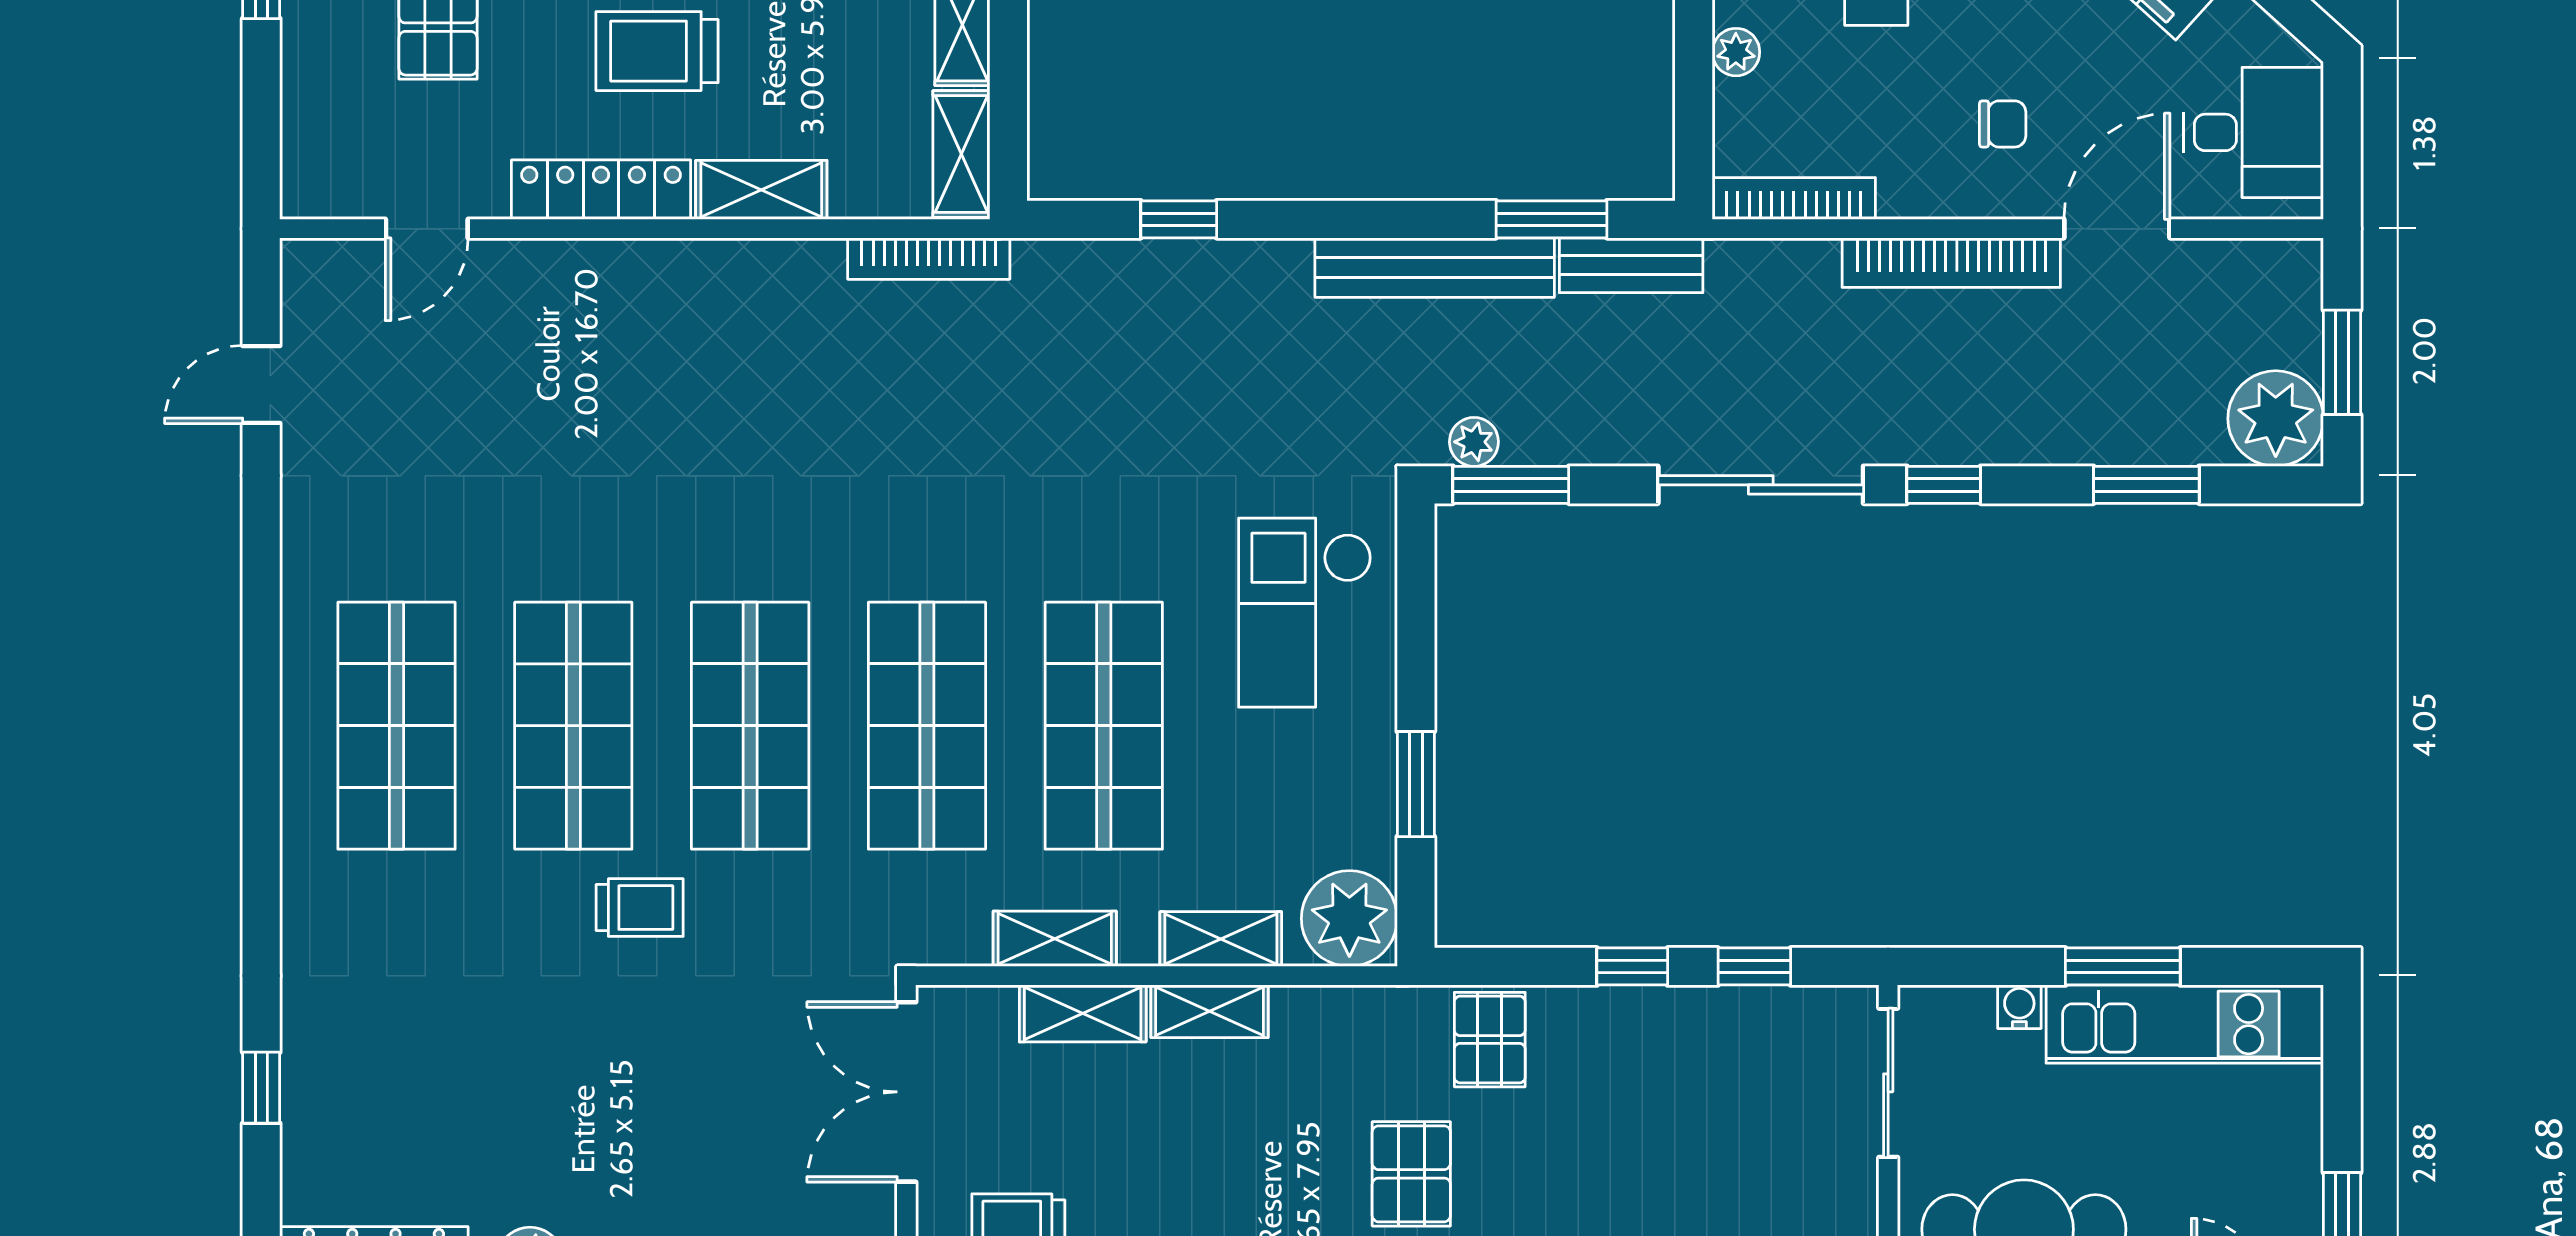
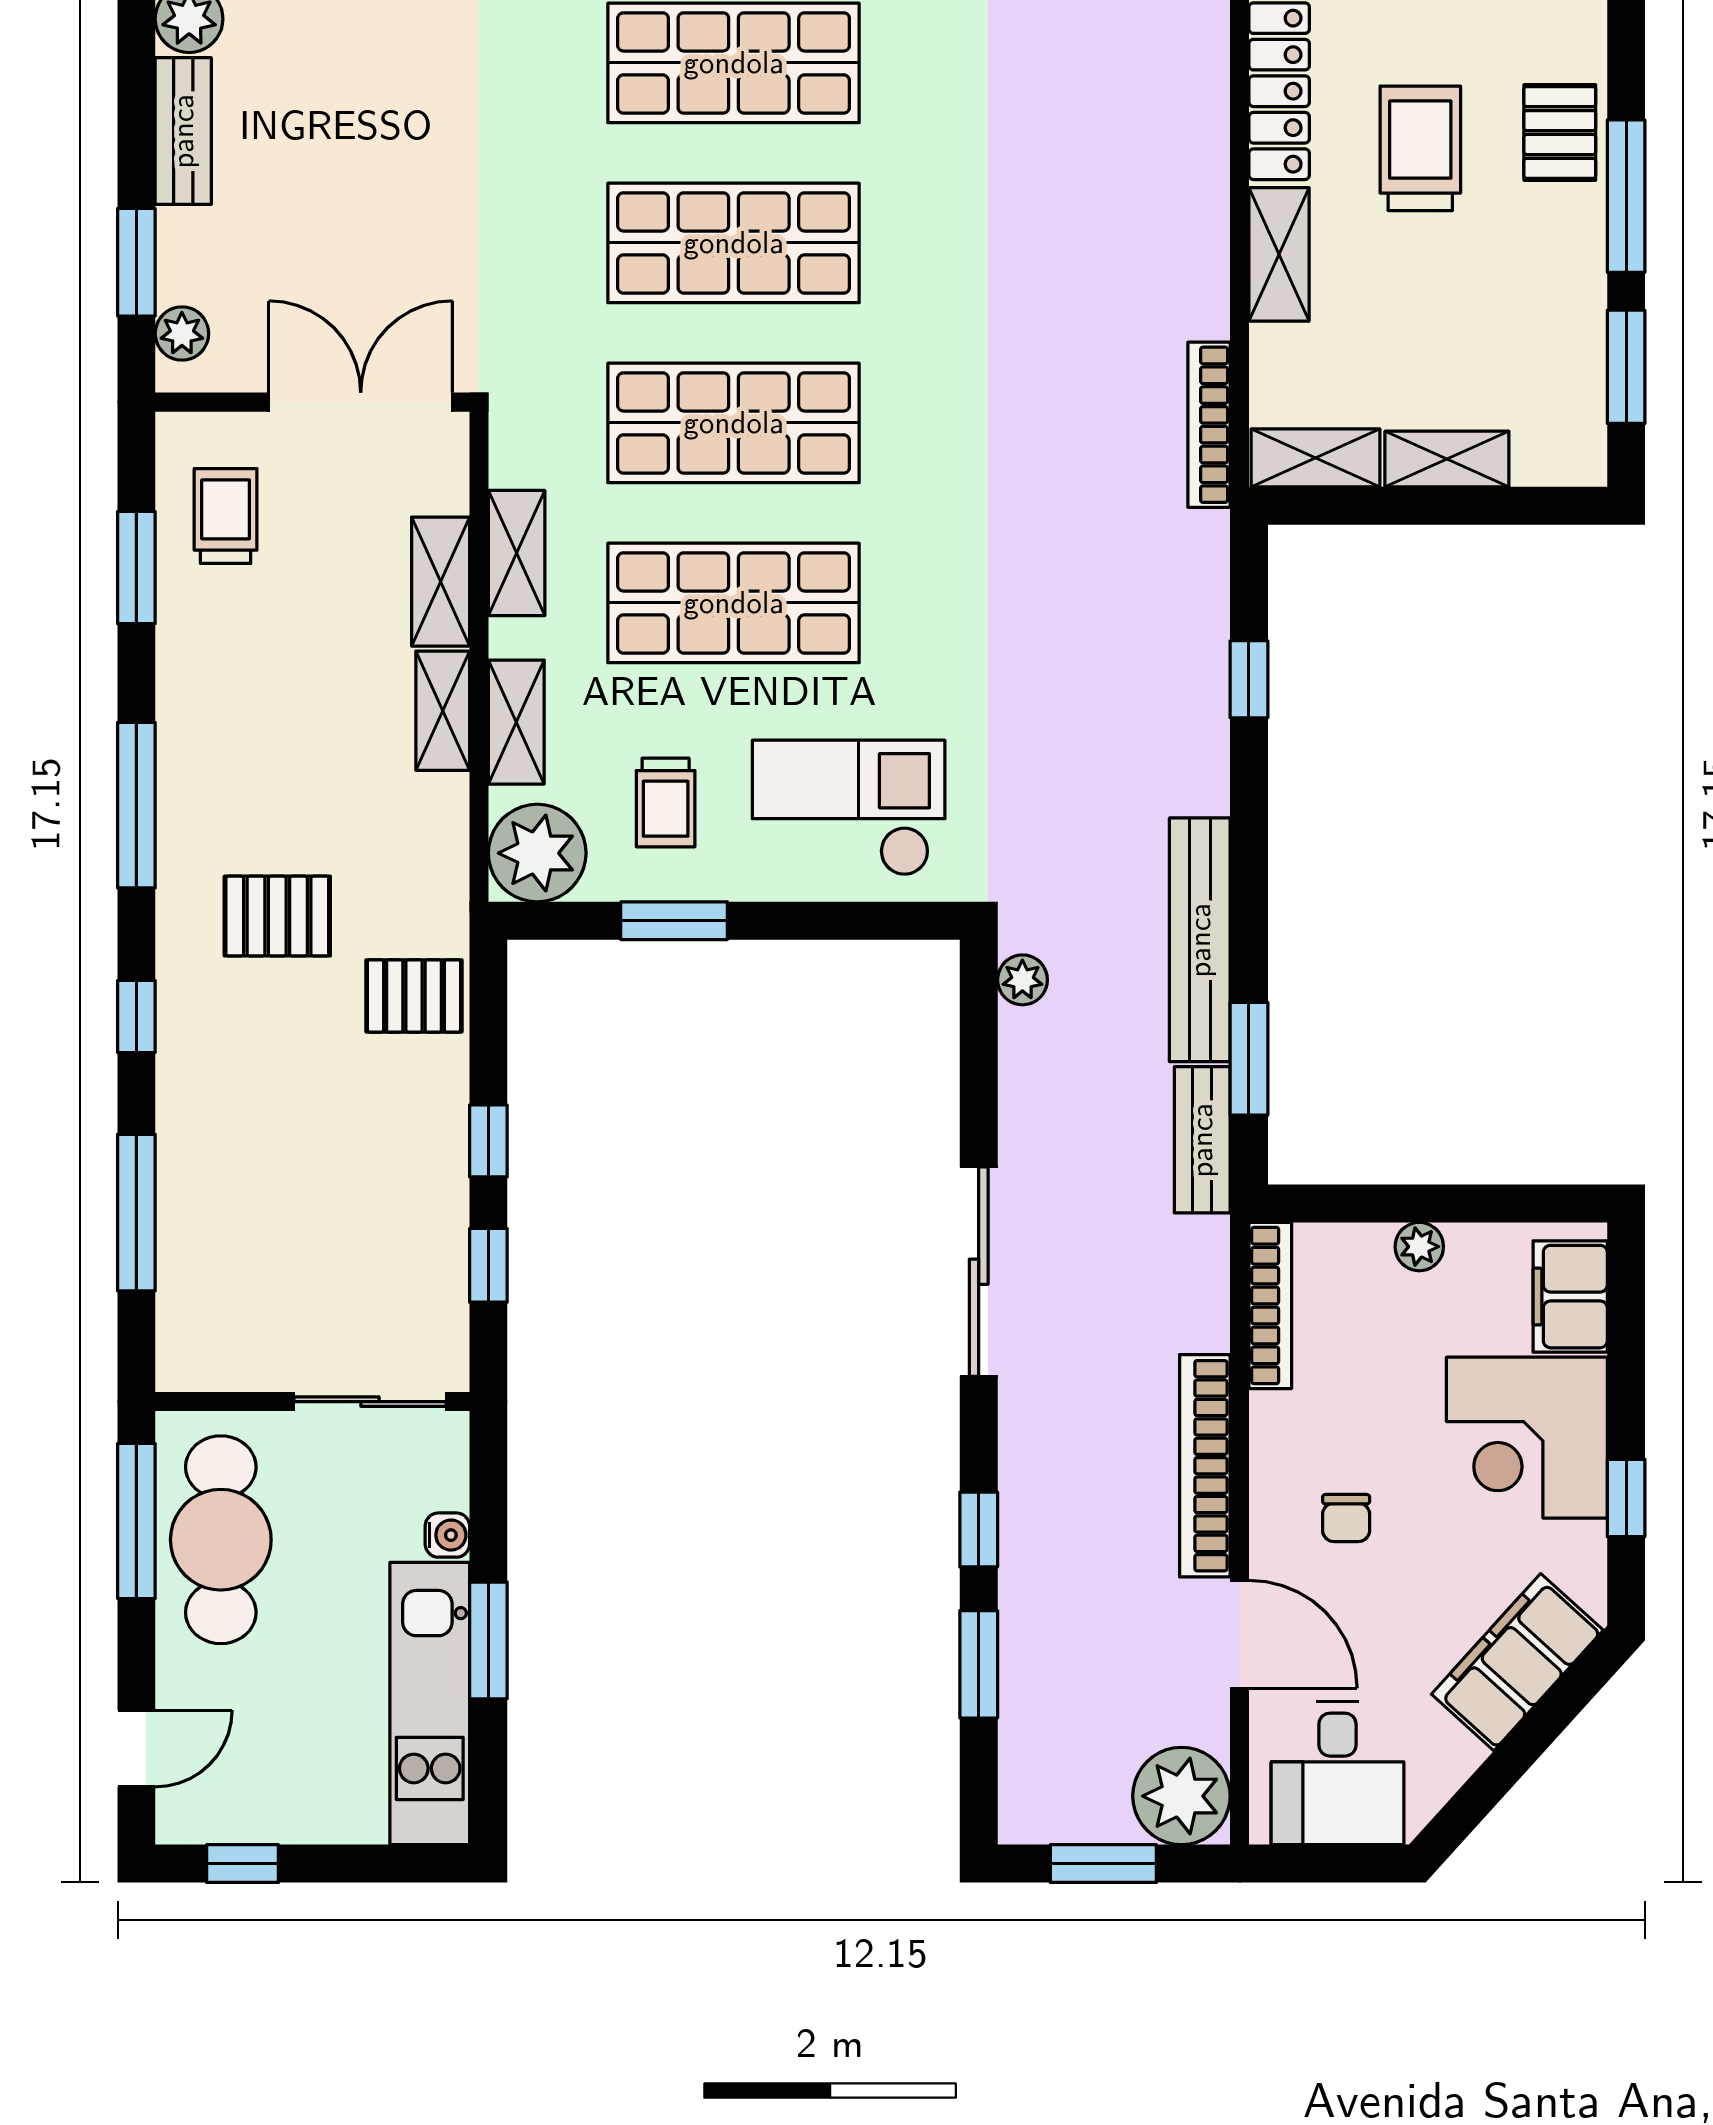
plant: (2276, 419) -> (1181, 1796), moved
window: (1511, 485) -> (979, 1017), removed
window: (1944, 485) -> (979, 1529), moved
trolley: (640, 908) -> (666, 802), moved

